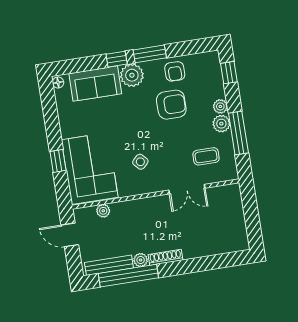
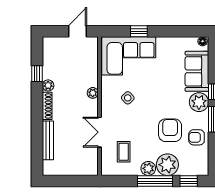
armchair: (171, 105) -> (170, 130), turned 180
plant: (220, 106) -> (167, 165), width x1.88, depth x1.88
window: (238, 133) -> (155, 181), moved
plant: (103, 211) -> (93, 93), moved
bench: (109, 265) -> (48, 140), moved
window: (128, 276) -> (37, 74), width x0.32

